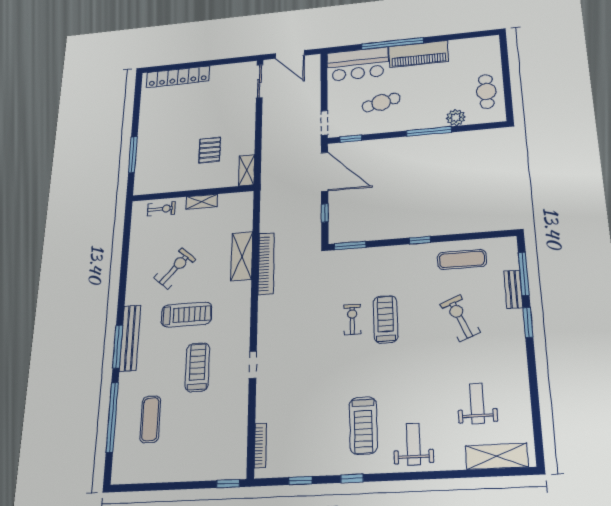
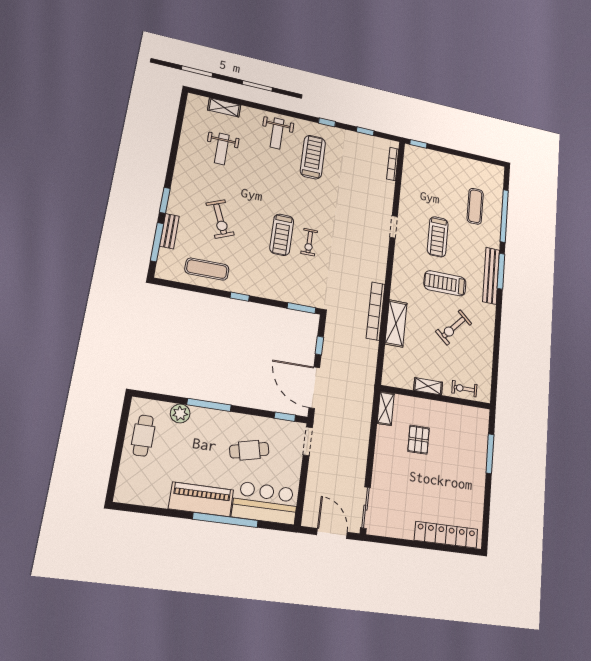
shelving: (497, 456) -> (224, 107), width x0.67, depth x0.75

